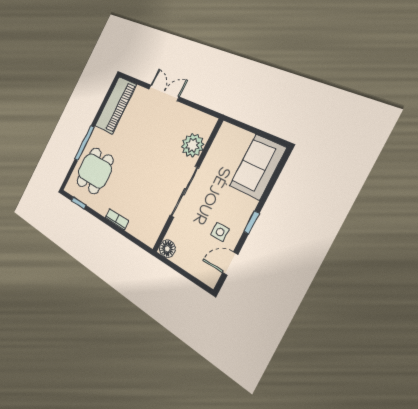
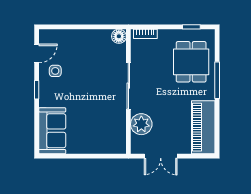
plant: (192, 145) -> (141, 124), moved
wall: (188, 186) -> (128, 91), moved
sliding door: (184, 192) -> (128, 86), moved
floor lamp: (167, 249) -> (119, 36), moved

